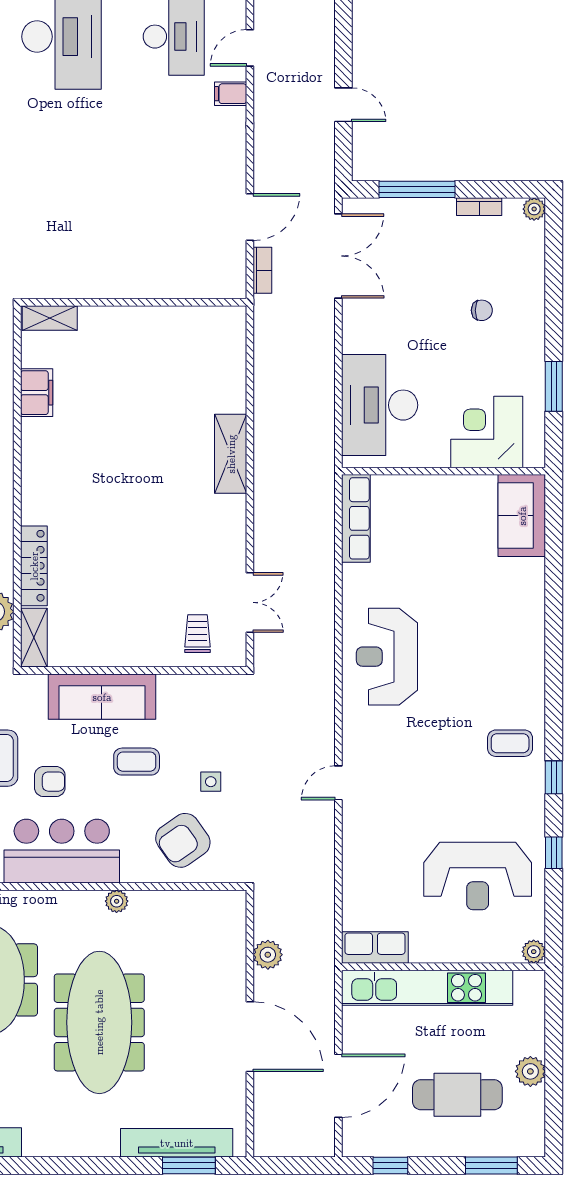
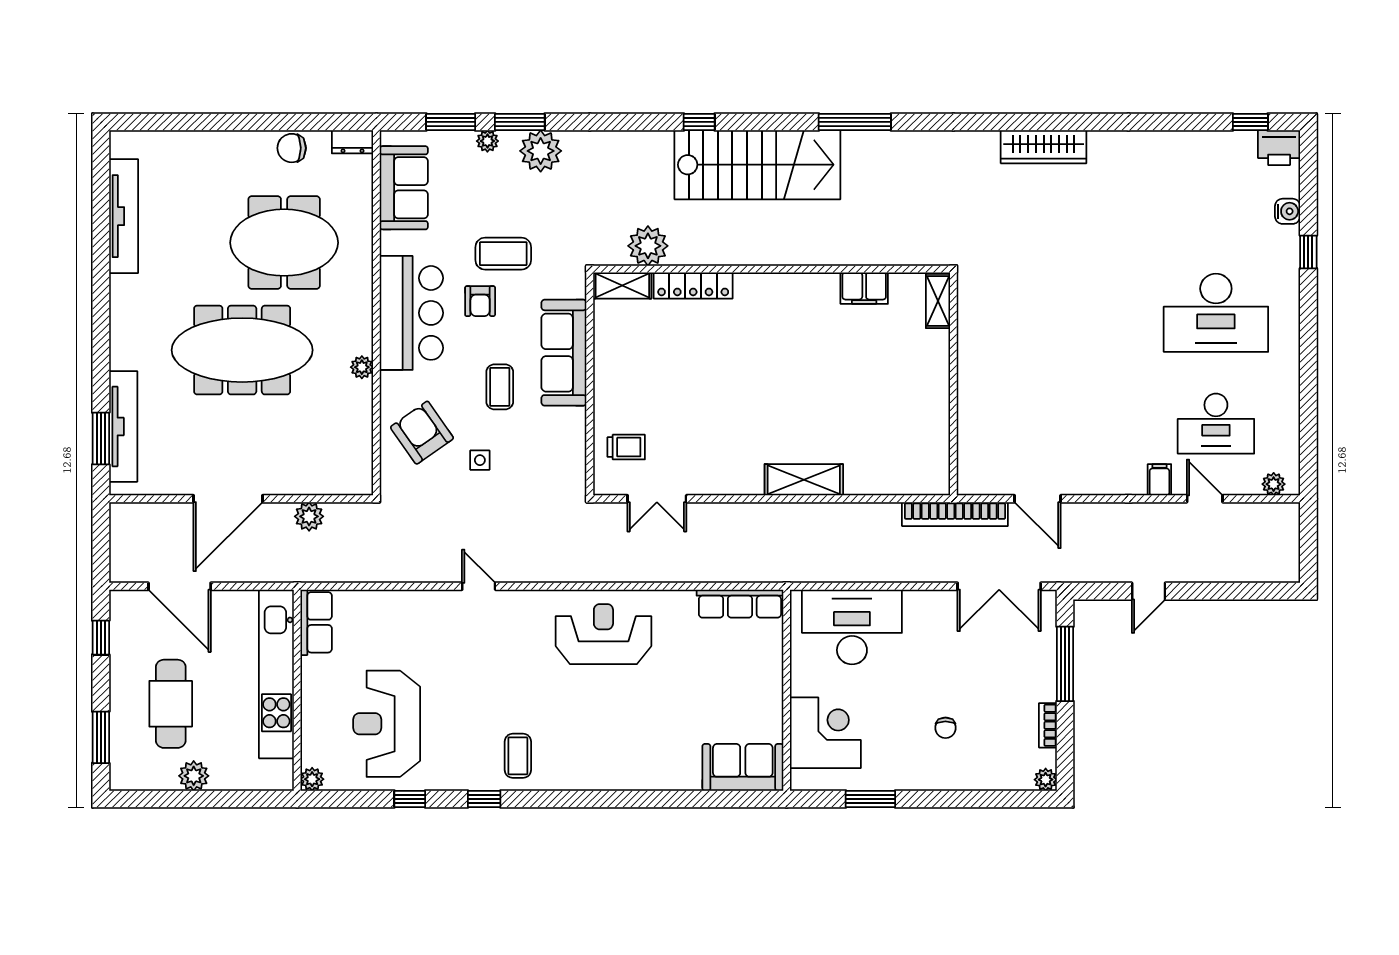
bookcase: (262, 270) -> (955, 514), width x2.31, depth x1.31

